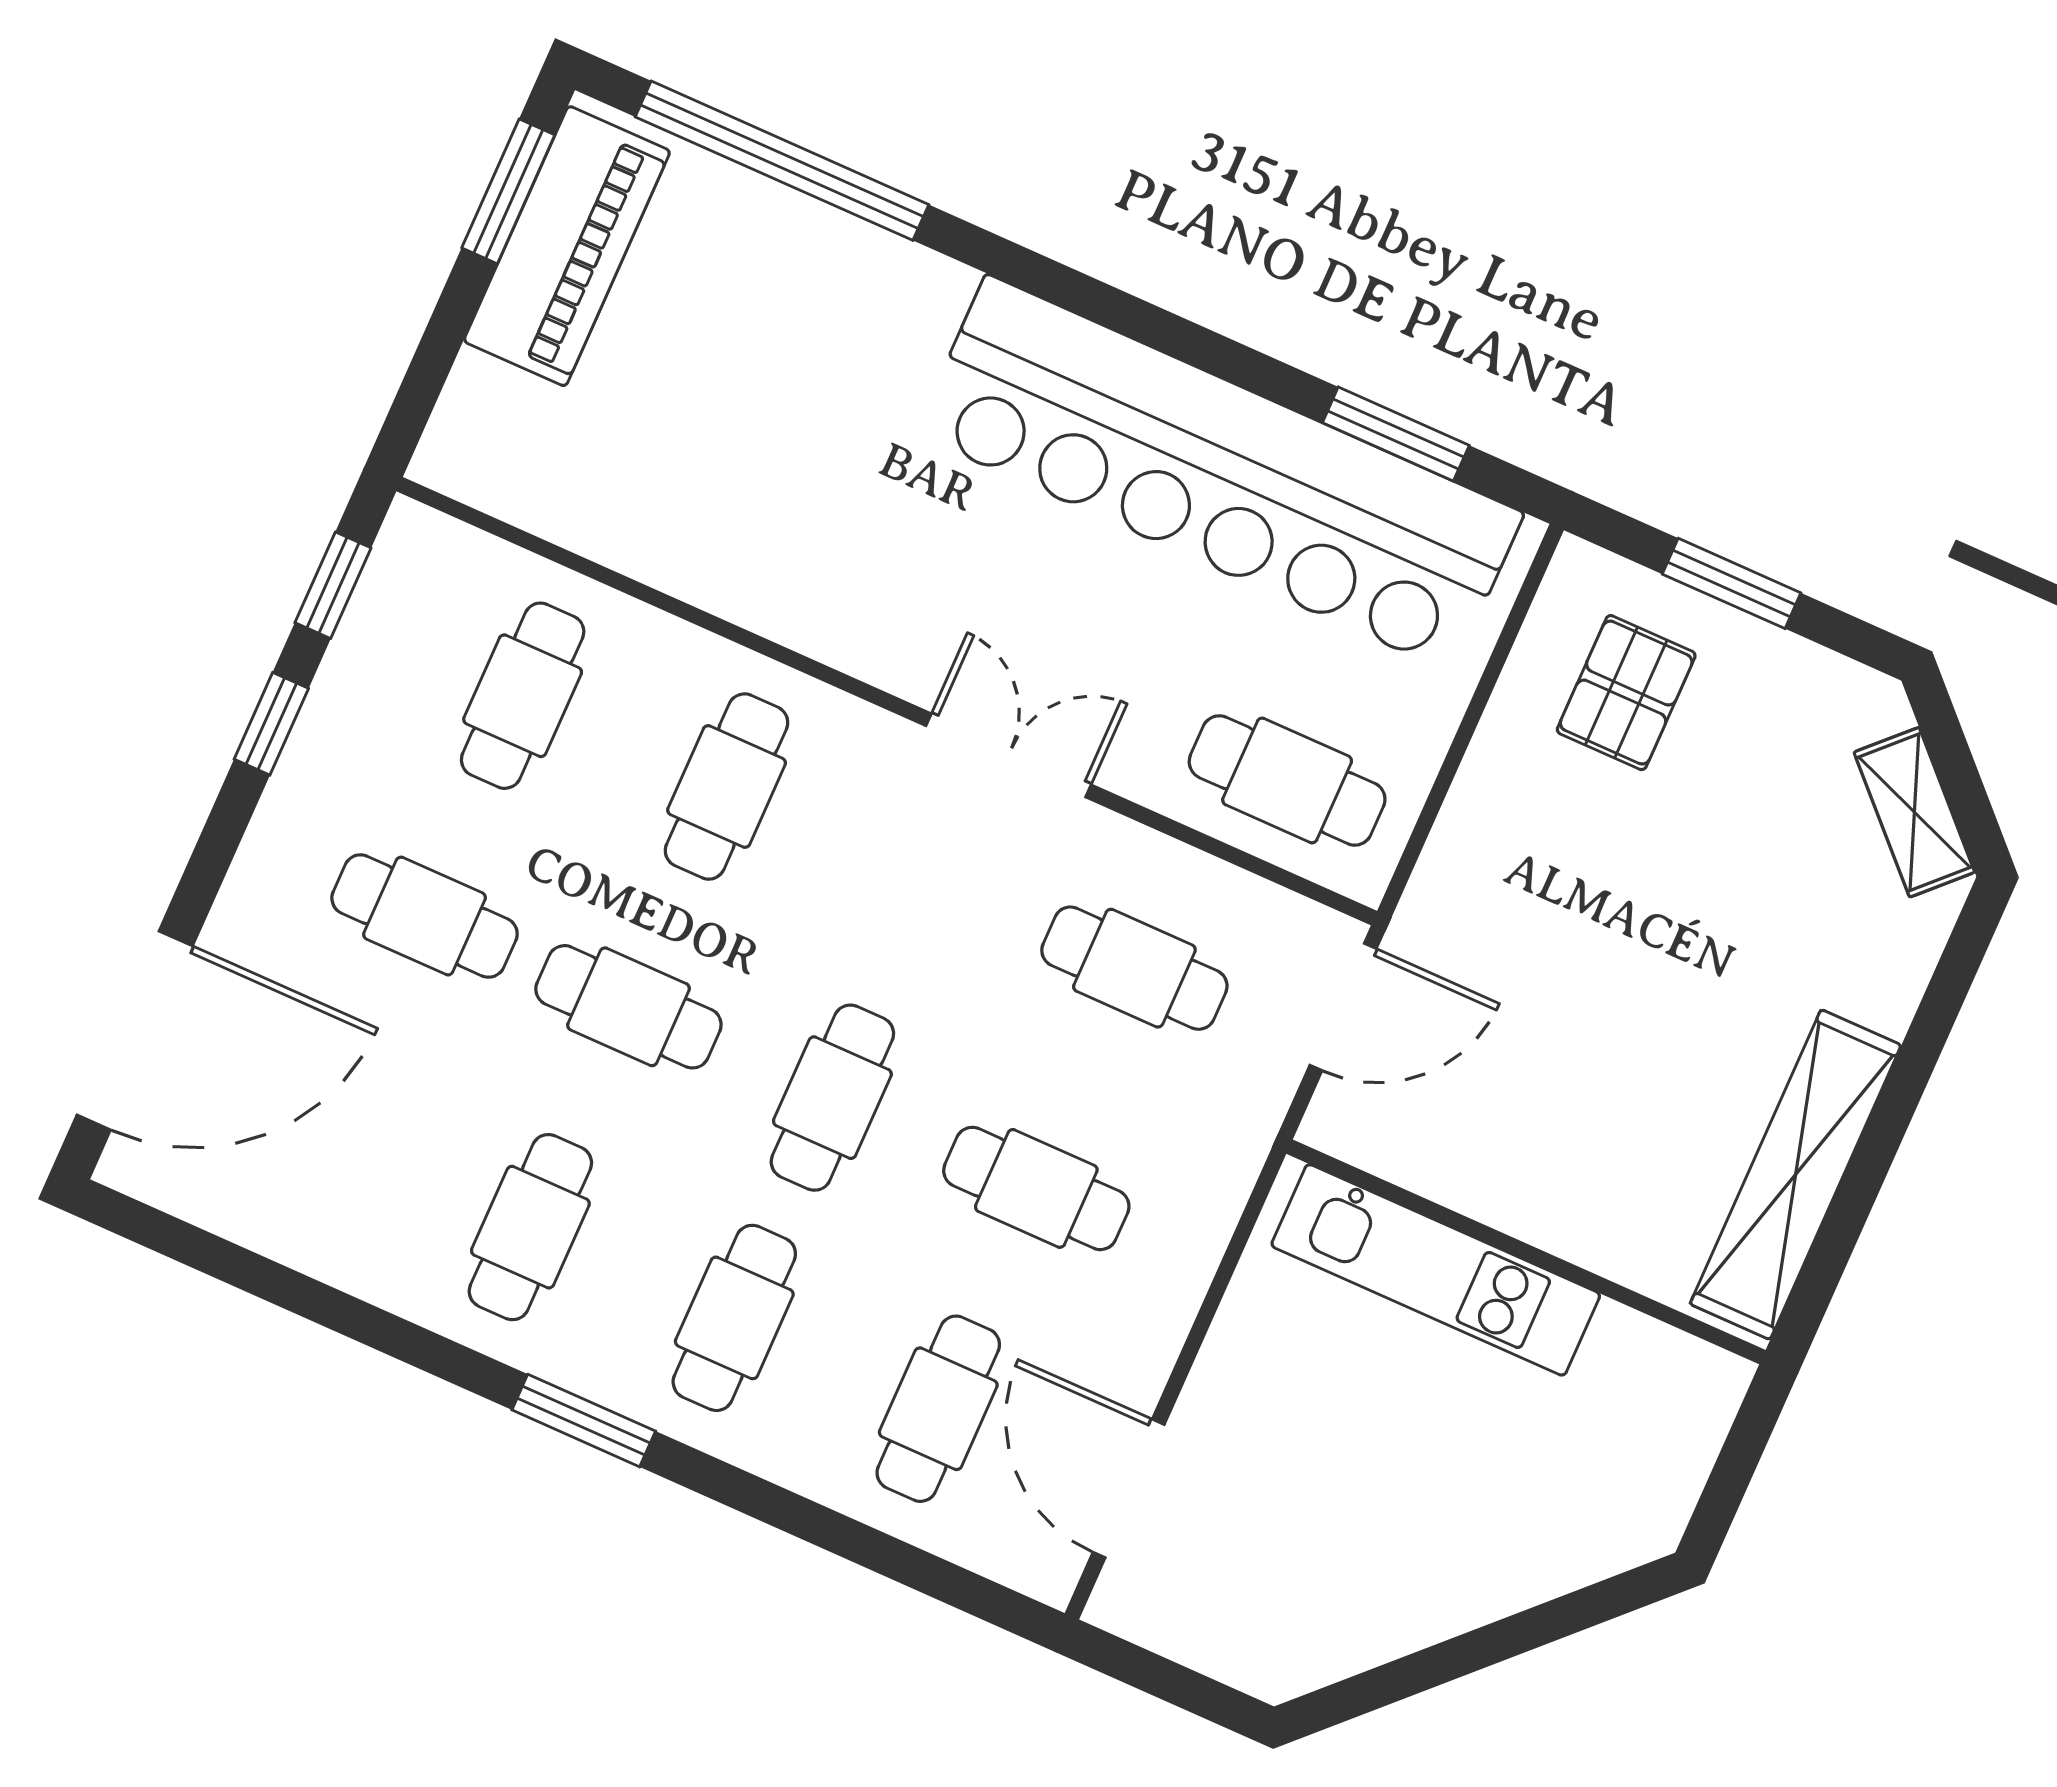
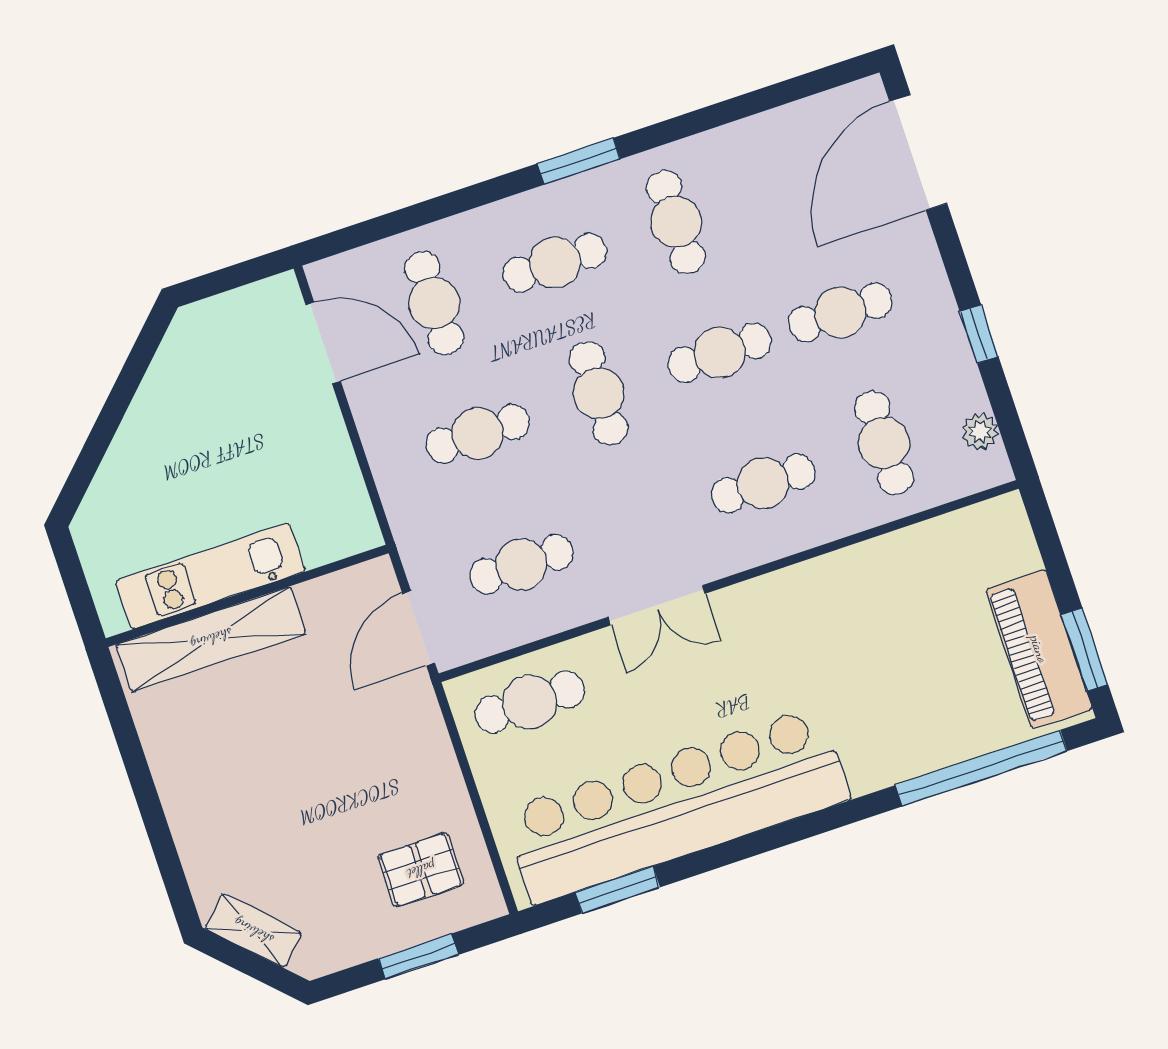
window: (333, 585) -> (1006, 416), removed
plant: (386, 597) -> (980, 432), added
pallet: (1626, 693) -> (421, 870), turned 90
cafe table: (727, 787) -> (763, 483), turned 90
shelving: (1796, 1175) -> (211, 639), moved, turned 90
kitchen unit: (1436, 1270) -> (210, 576), moved
cafe table: (734, 1318) -> (555, 263), turned 90

